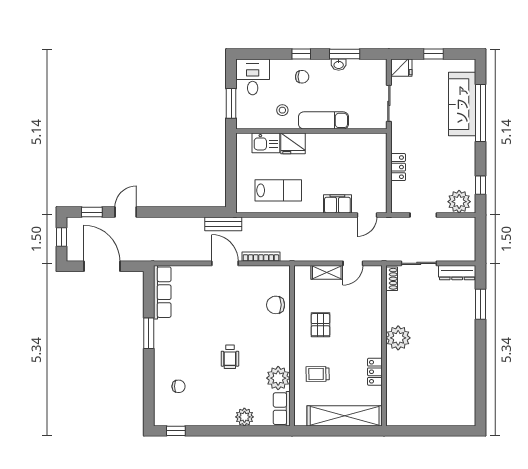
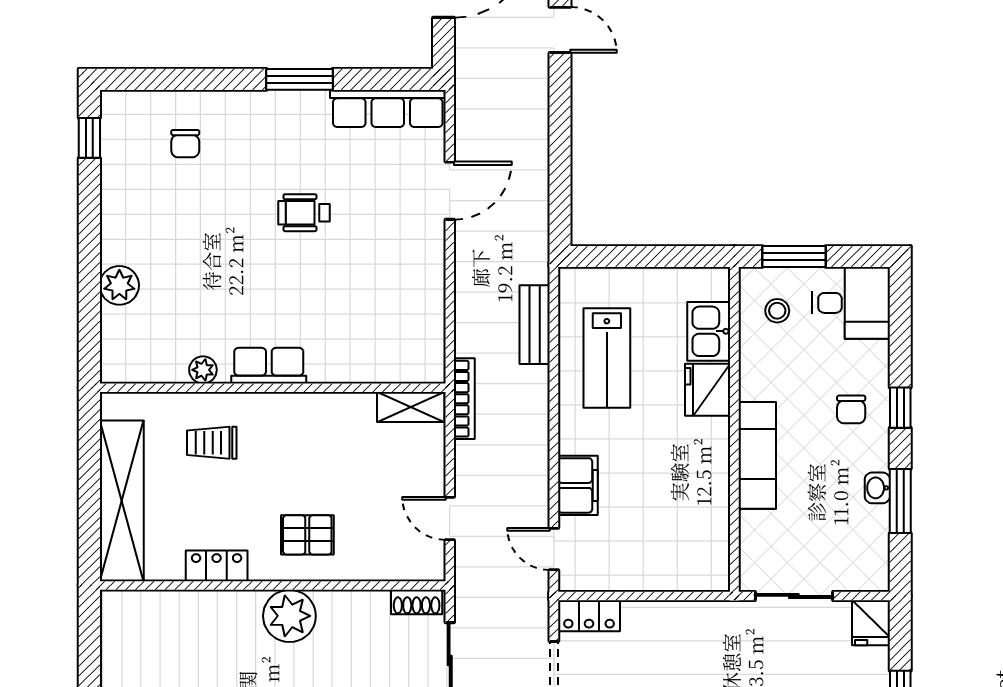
stool: (282, 110) -> (777, 311), moved
locker: (398, 167) -> (589, 616), moved
bench: (223, 224) -> (535, 325), moved
bookcase: (261, 257) -> (464, 399), moved
door: (225, 263) -> (450, 191), moved
shelving: (327, 272) -> (411, 407), moved, turned 90
chair: (276, 305) -> (360, 352), removed
pallet: (320, 325) -> (307, 535), moved
wheelchair: (230, 357) -> (304, 213), moved
trolley: (318, 374) -> (212, 443), turned -89
plant: (278, 378) -> (203, 370), width x0.53, depth x0.53
row of seats: (282, 409) -> (269, 366), moved

